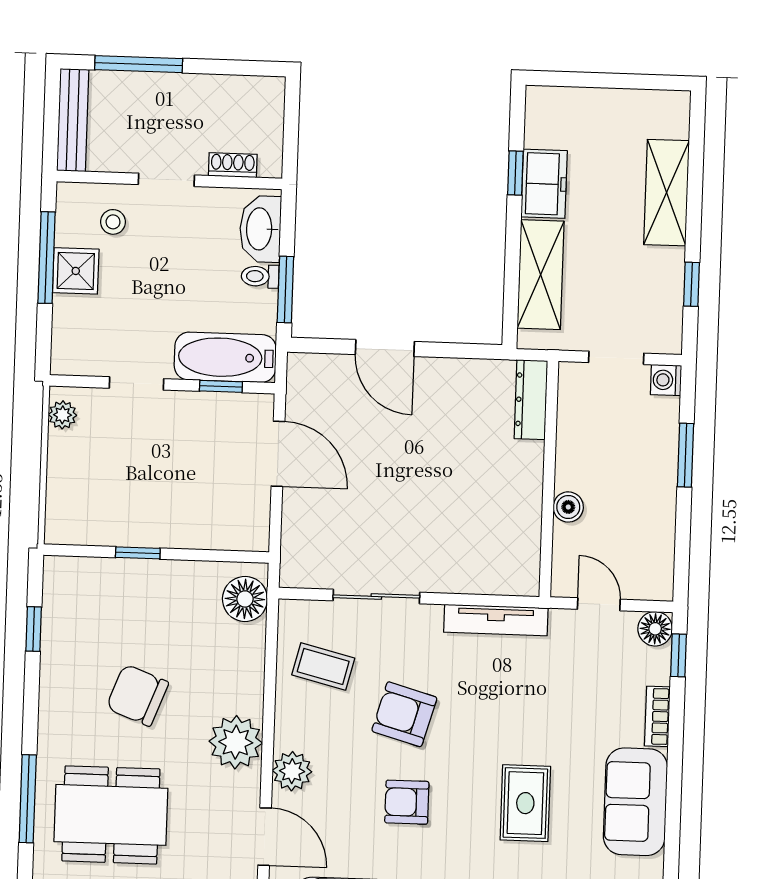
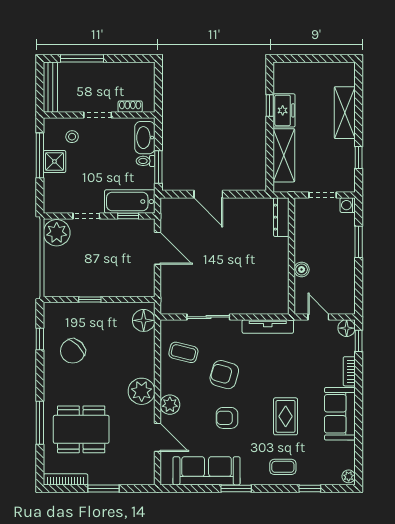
plant: (63, 415) -> (57, 233), width x1.87, depth x1.87
chair: (137, 695) -> (73, 351), moved, turned -66

